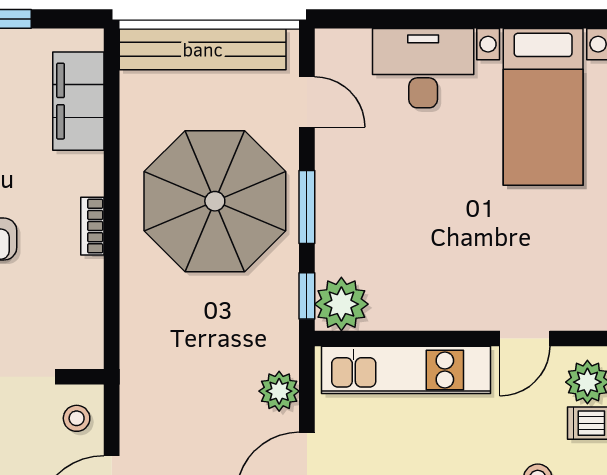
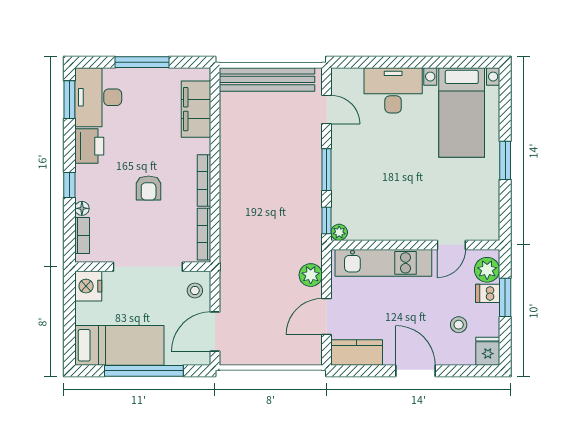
parasol: (215, 201) -> (274, 166), removed
bookcase: (92, 226) -> (204, 181), width x1.56
plant: (341, 304) -> (339, 232), width x0.53, depth x0.53
bookcase: (92, 320) -> (204, 234), added

